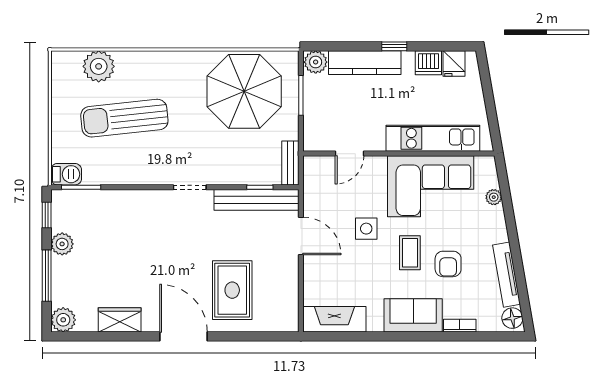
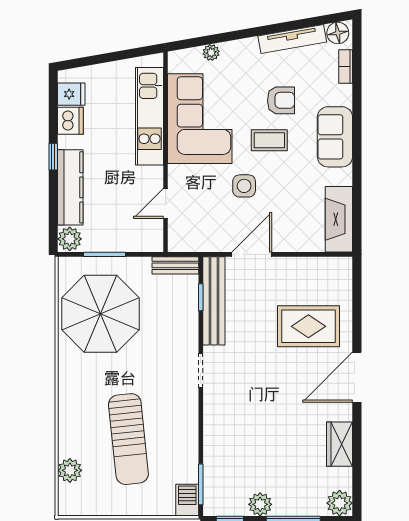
plant: (99, 66) -> (70, 470), width x0.73, depth x0.73
door: (350, 154) -> (166, 203), swing flipped
bookcase: (460, 326) -> (346, 66), moved

